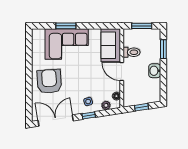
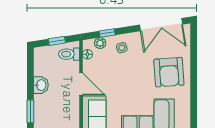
toilet: (132, 52) -> (69, 54), moved
window: (89, 115) -> (107, 33), moved

